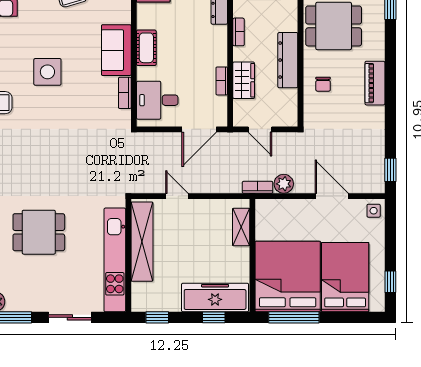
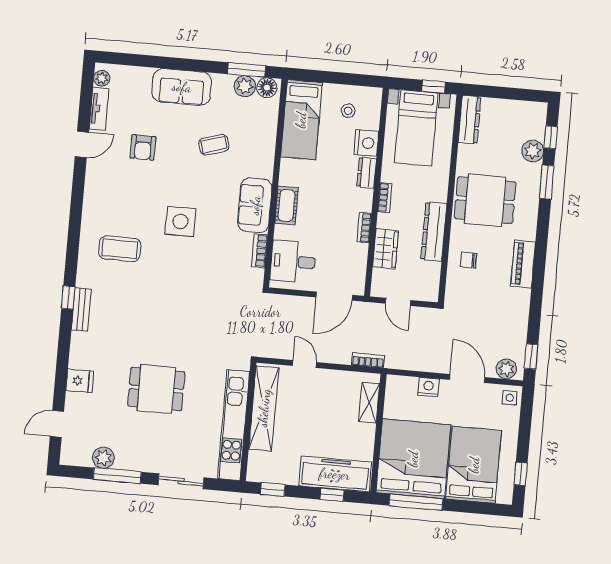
bookcase: (222, 81) -> (364, 228), moved
chair: (323, 84) -> (469, 260), turned 90
plant: (284, 184) -> (506, 369), moved
bookcase: (258, 187) -> (368, 360), moved
nightstand: (296, 208) -> (428, 387), added

